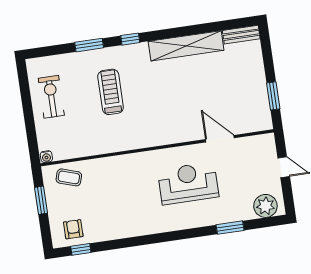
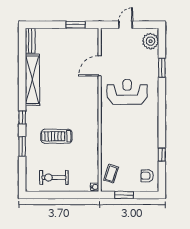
reception desk: (188, 183) -> (127, 92), turned 90
window: (81, 249) -> (162, 155), moved

